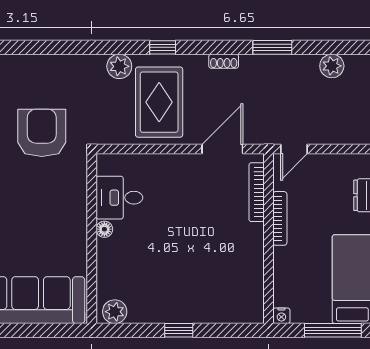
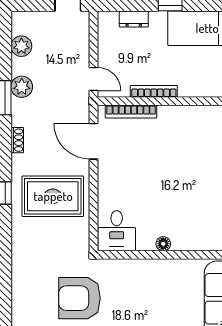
plant: (119, 66) -> (22, 87), moved
desk: (119, 198) -> (117, 231), moved

